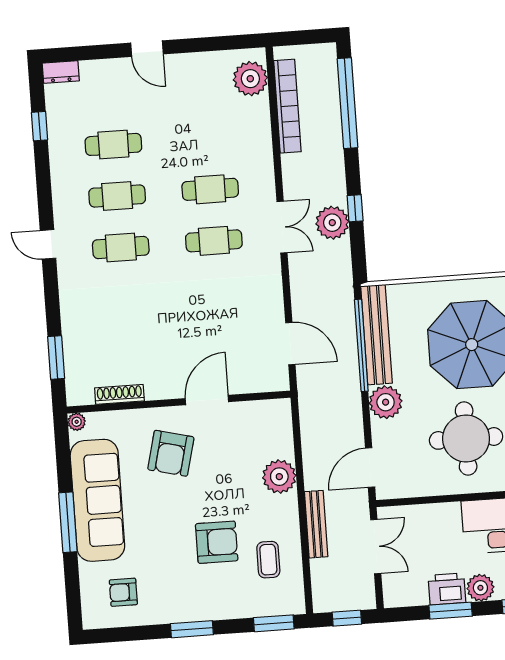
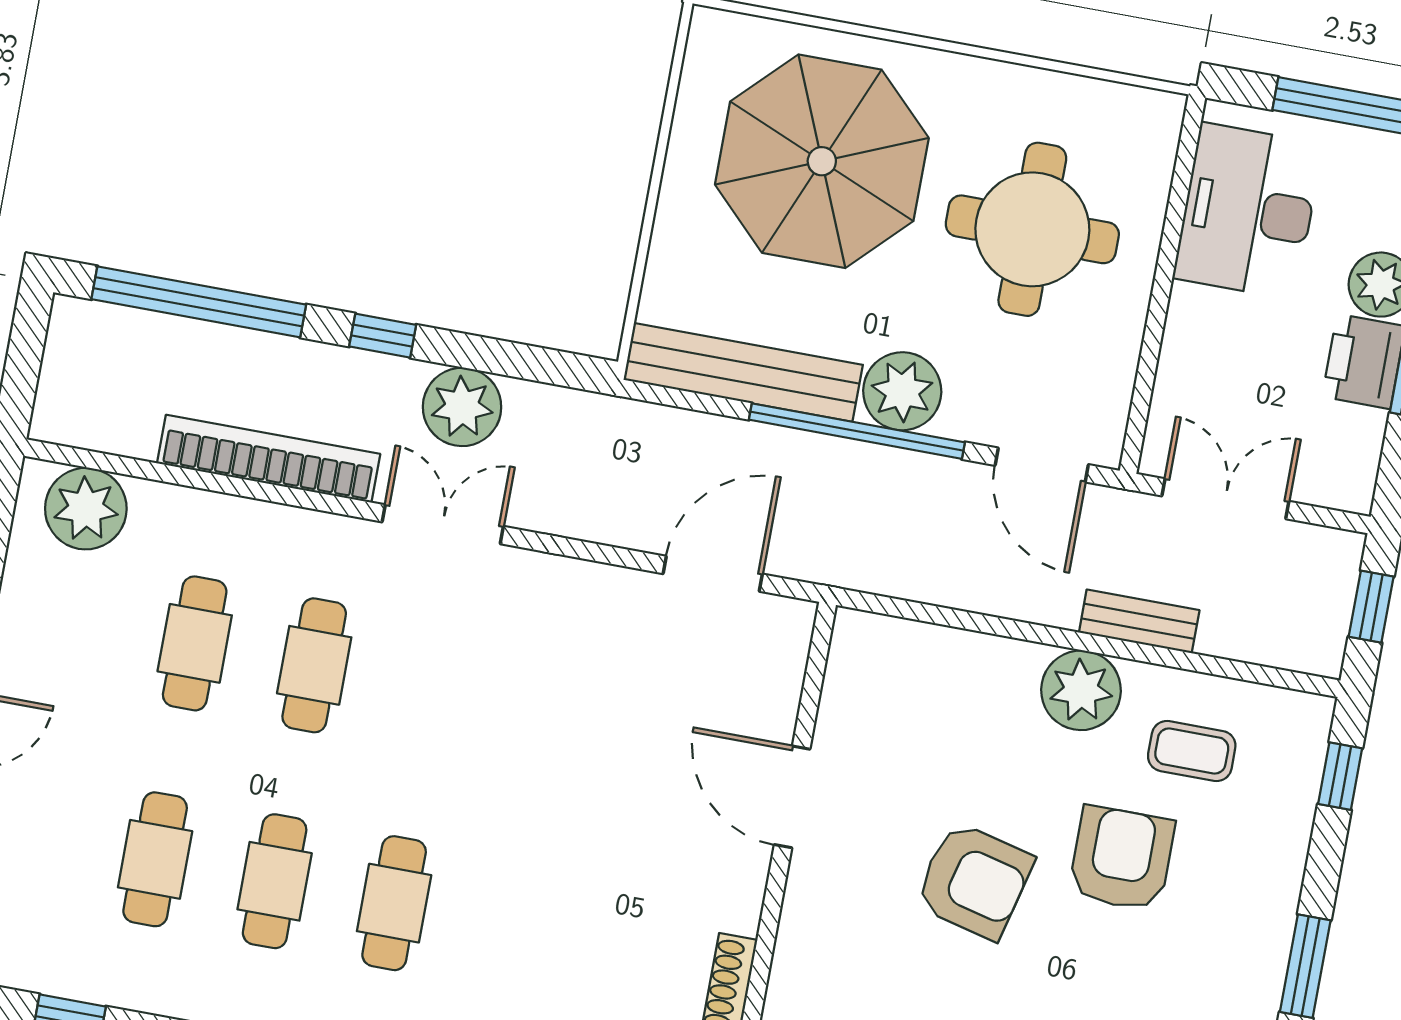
bookcase: (287, 106) -> (269, 459), moved
window: (355, 208) -> (383, 336), moved
cafe table: (214, 241) -> (195, 643), moved
window: (361, 345) -> (857, 431), moved
armchair: (171, 453) -> (974, 881), moved
plant: (279, 477) -> (1081, 690), moved
bench: (316, 524) -> (1139, 621), width x0.73
window: (274, 623) -> (1340, 776), width x0.67

